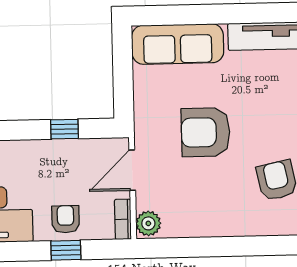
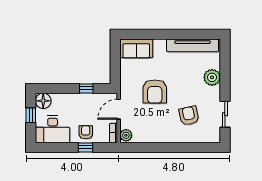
sofa: (178, 44) -> (136, 48), width x0.73
armchair: (206, 132) -> (155, 92), turned -90

